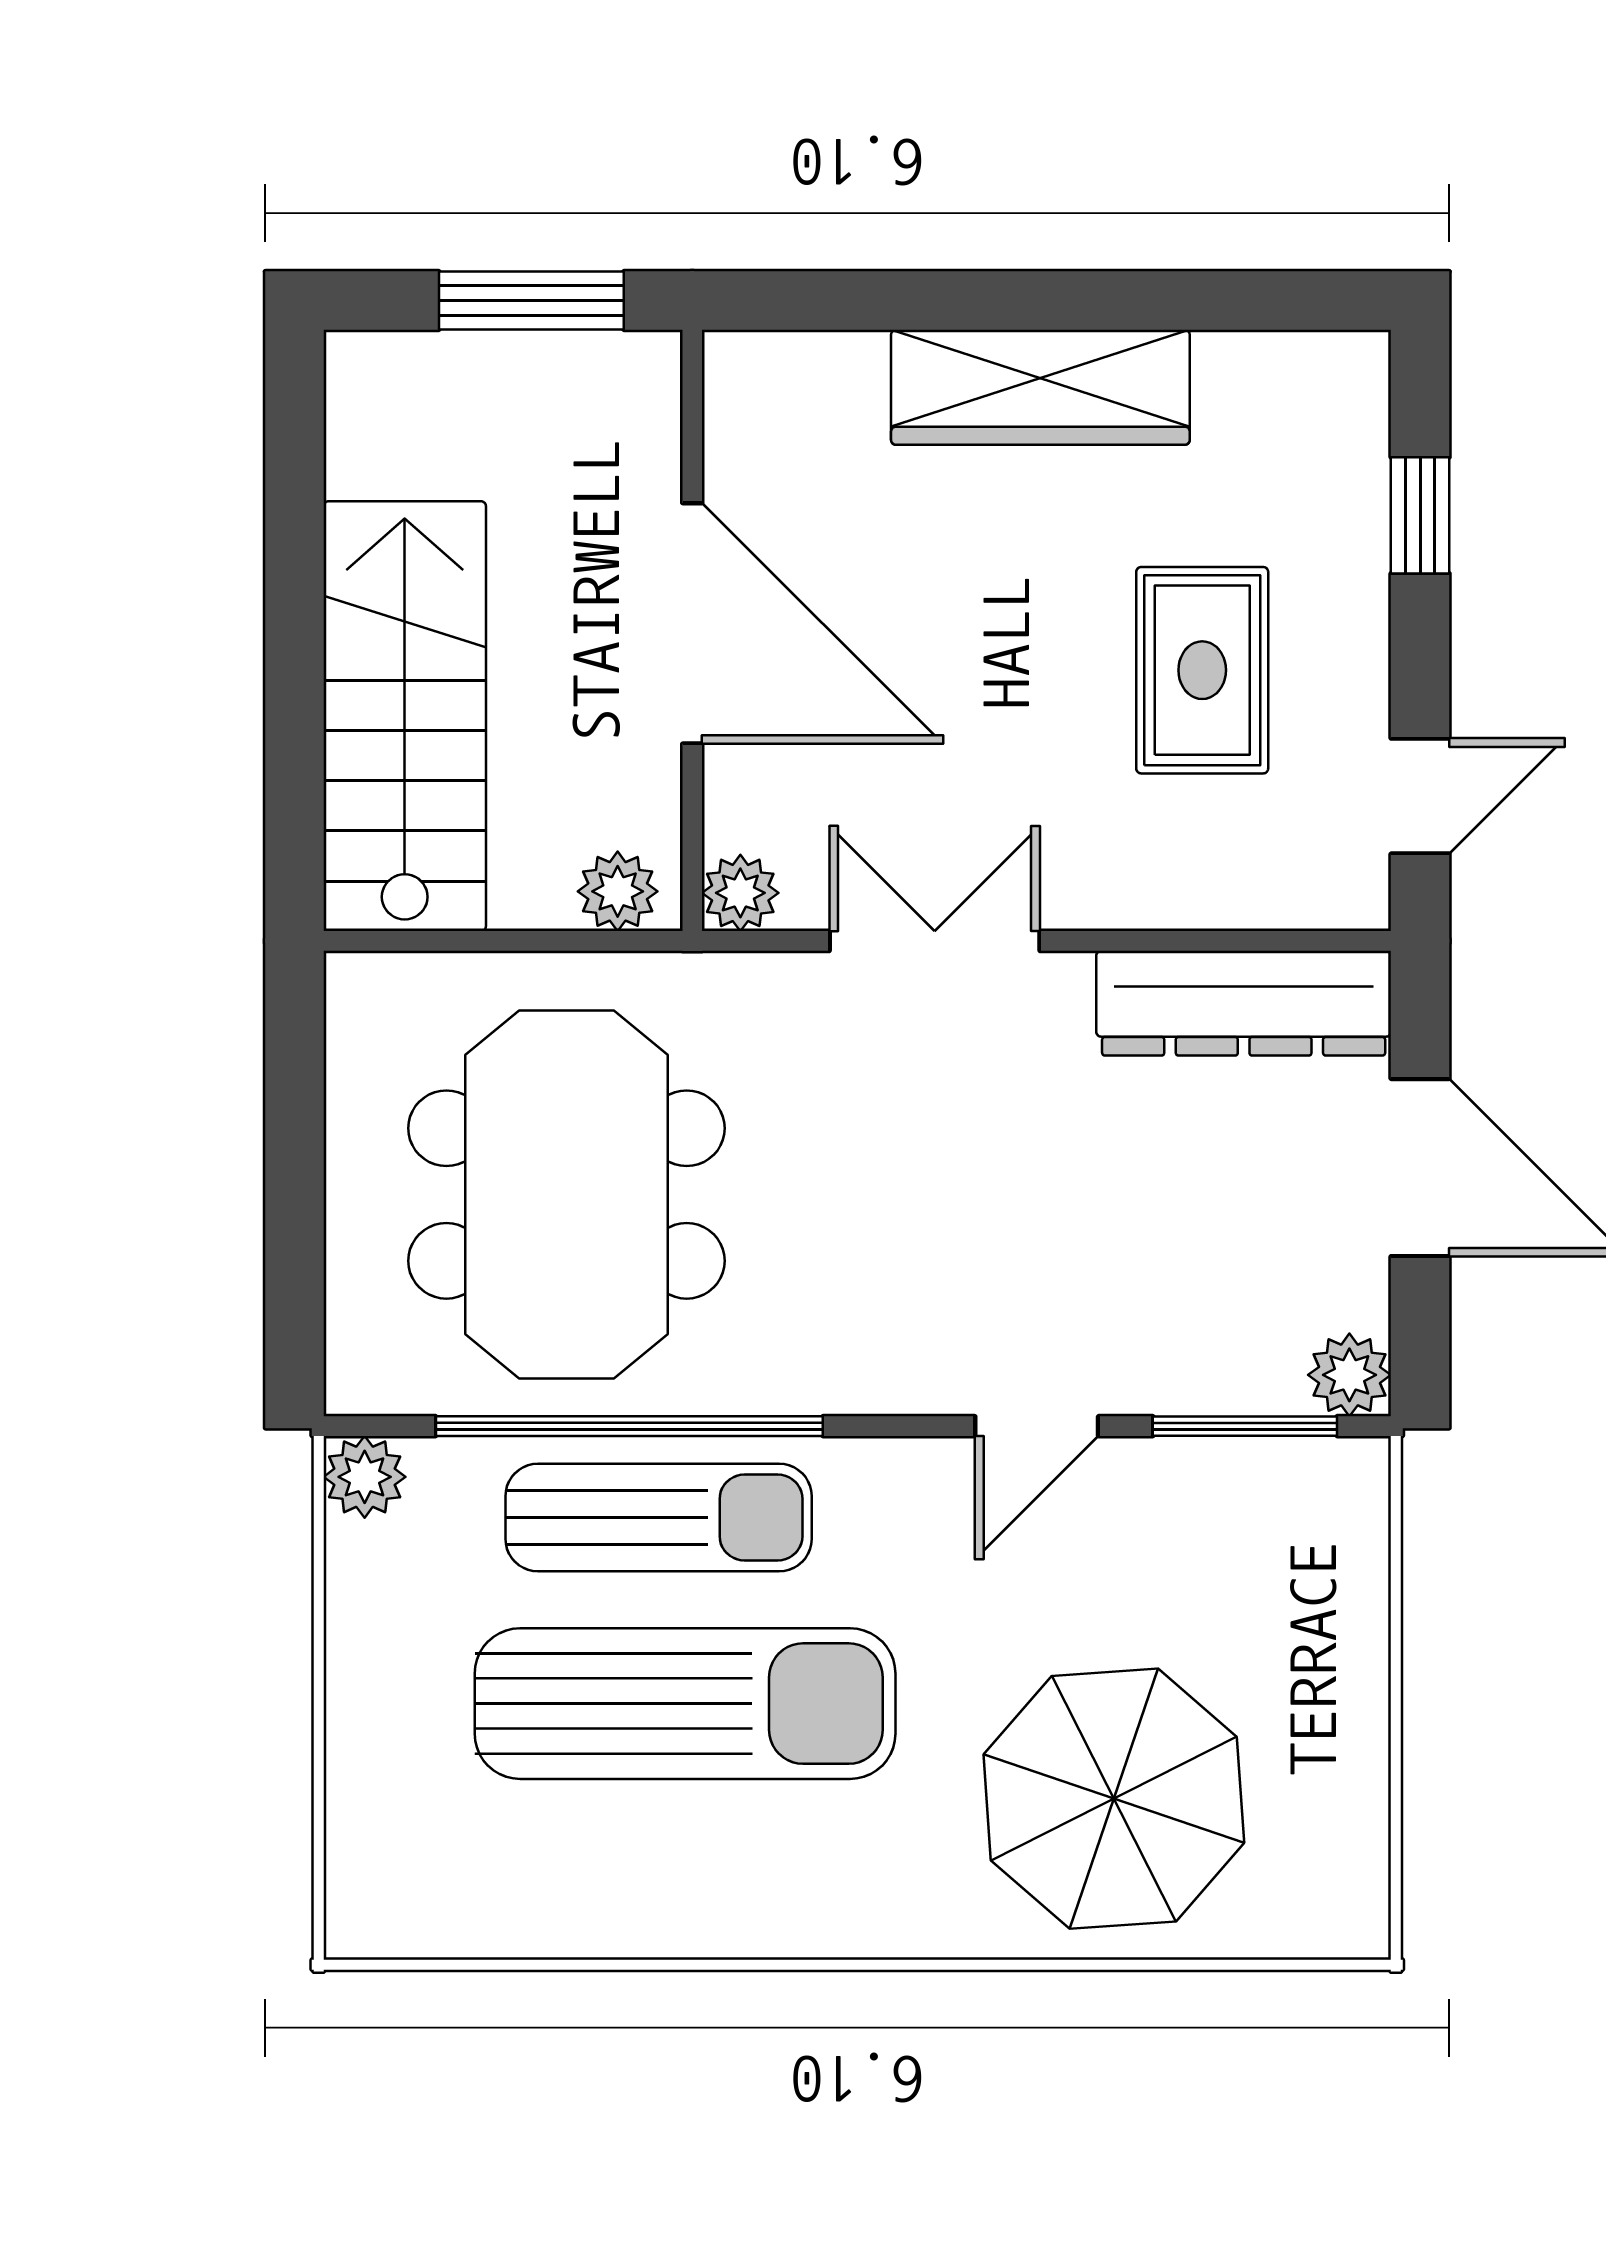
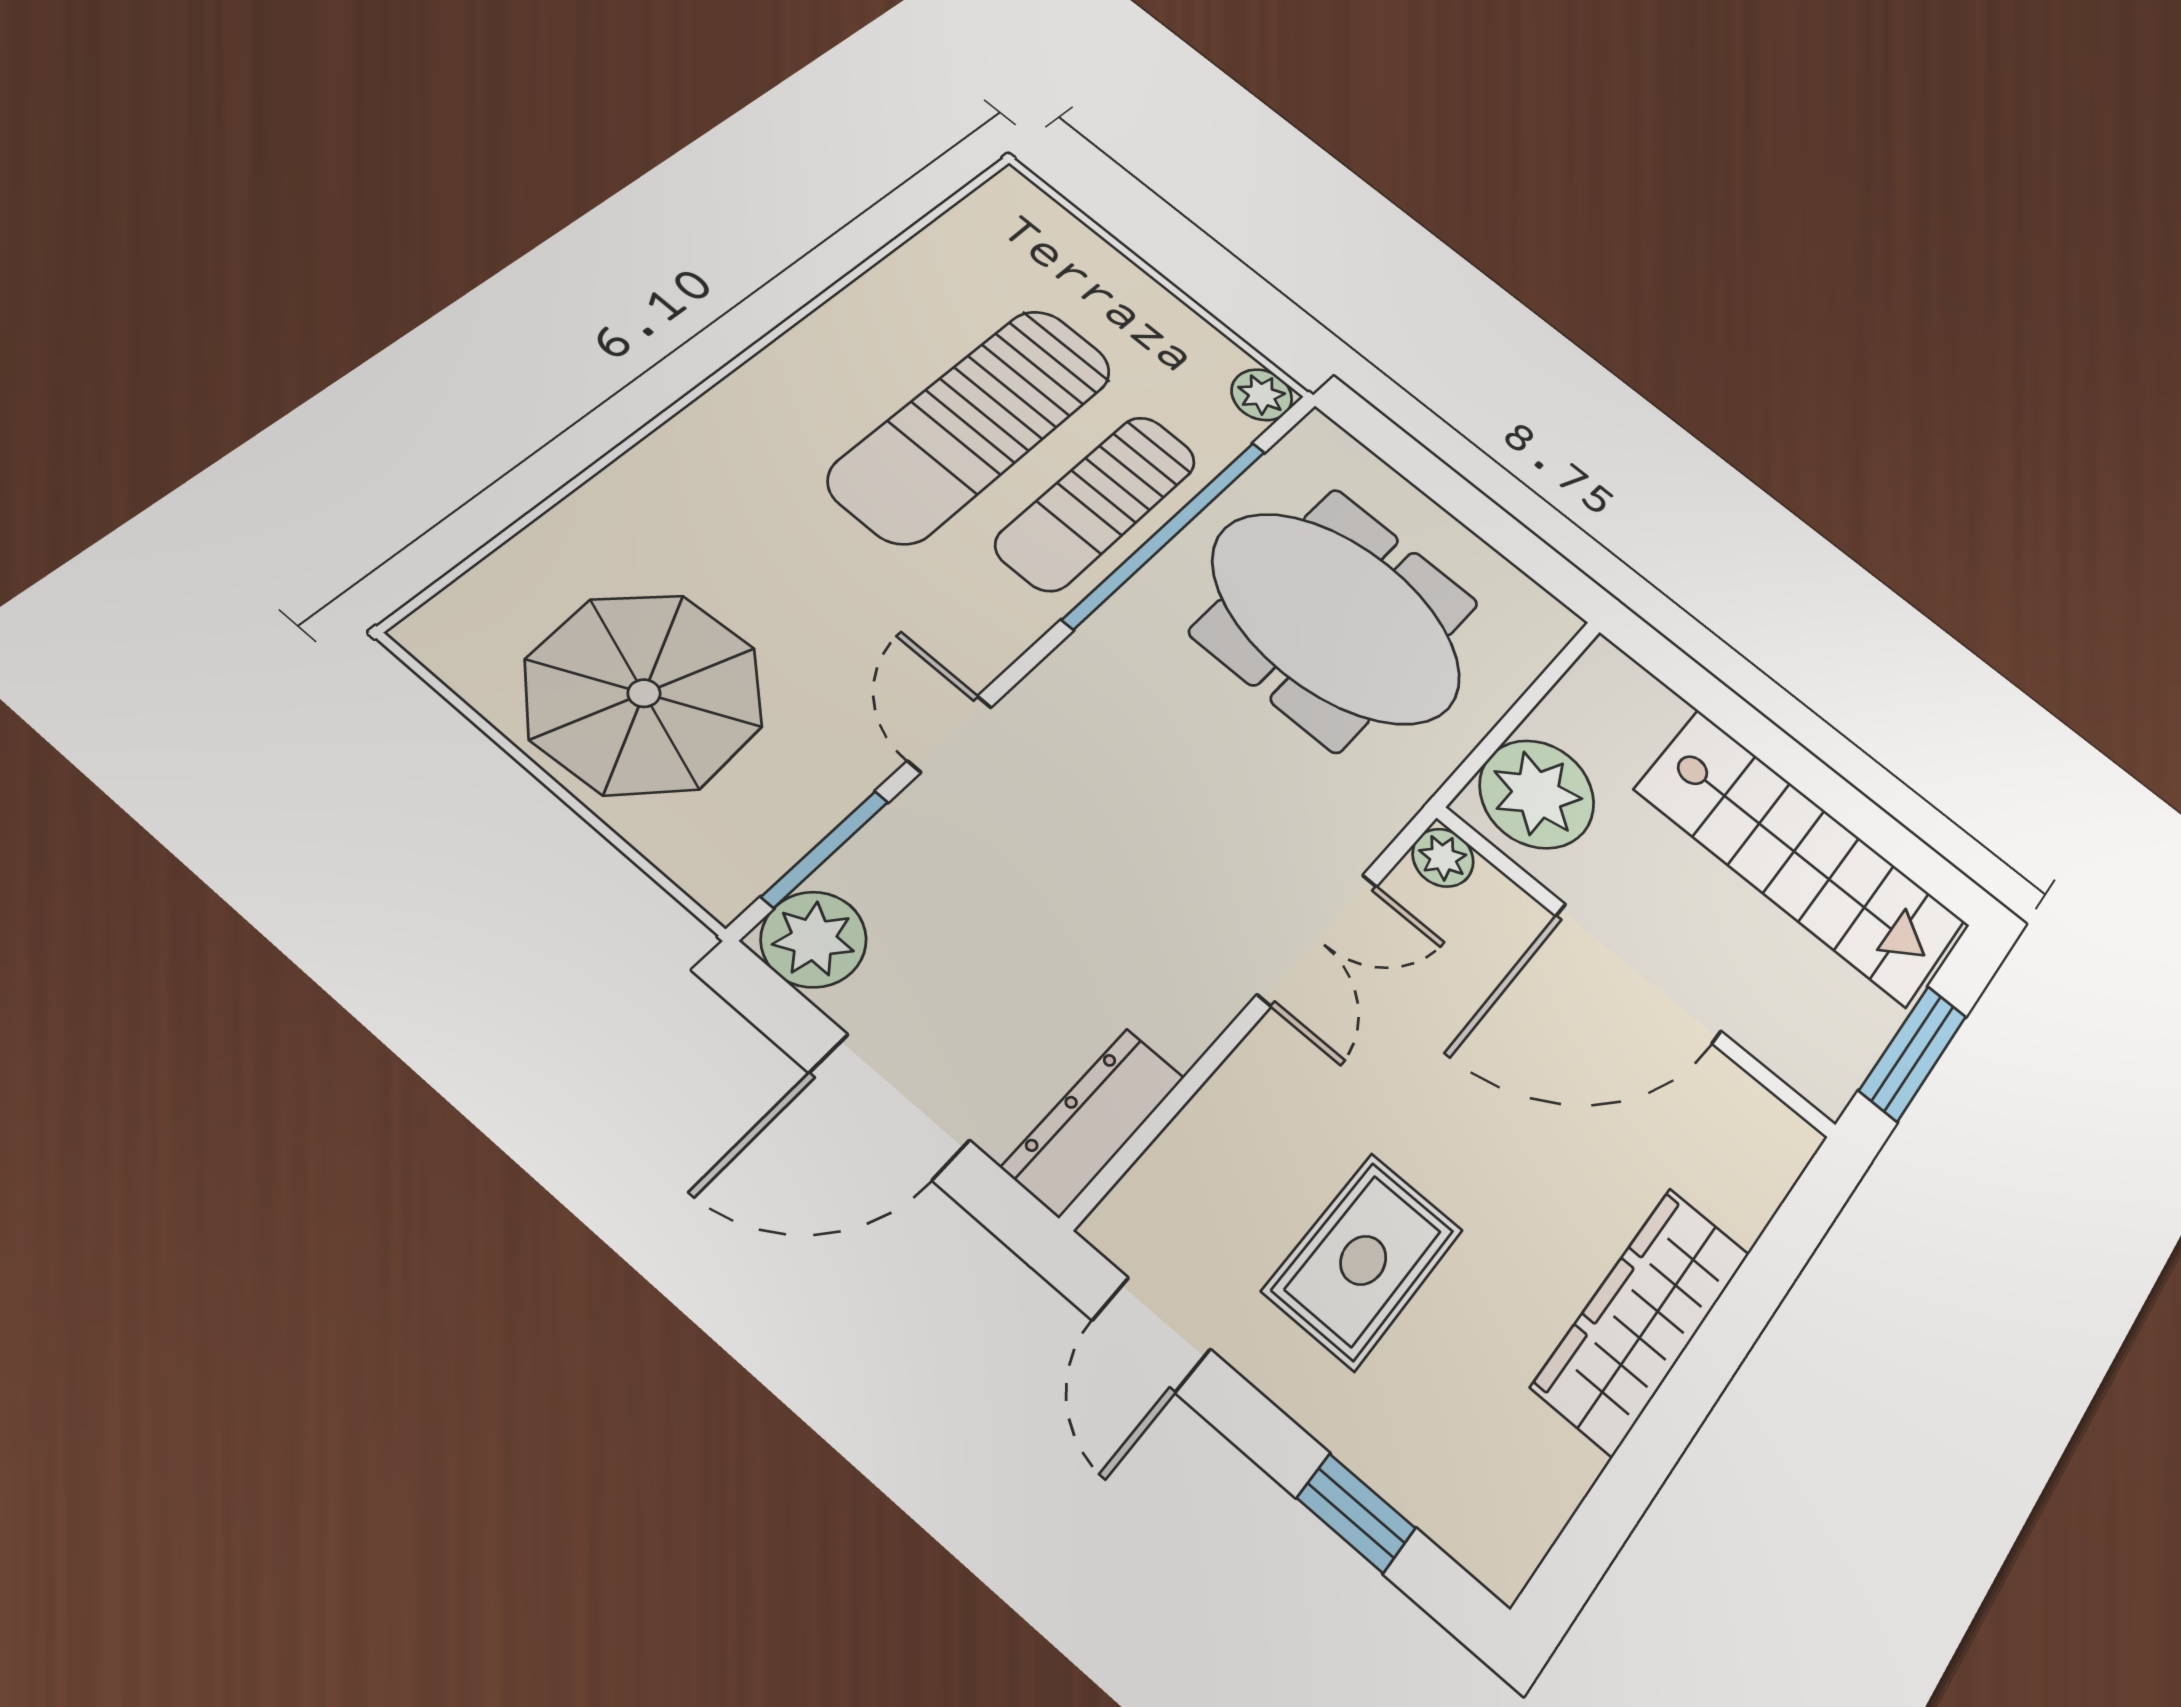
rug: (1202, 670) -> (1363, 1260), turned 90
stairs: (405, 716) -> (1799, 856), moved
plant: (618, 891) -> (1537, 794), width x1.87, depth x1.87
dresser: (1244, 1003) -> (1094, 1122), width x0.73, depth x0.80
plant: (1349, 1375) -> (814, 939), width x1.38, depth x1.38
parasol: (1114, 1799) -> (644, 693), moved

